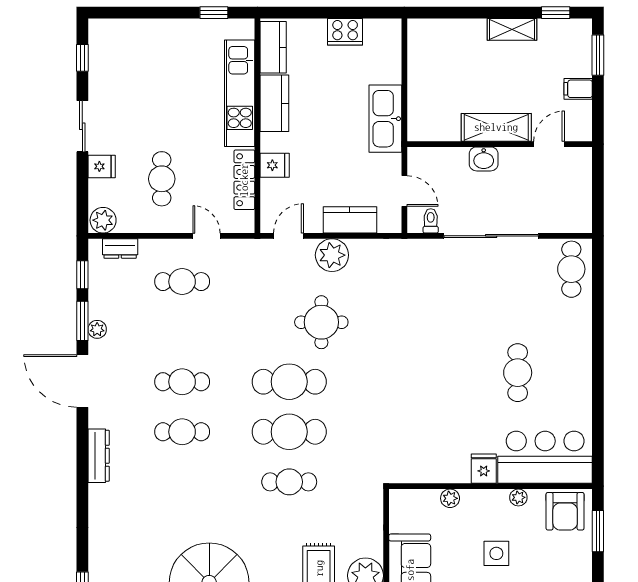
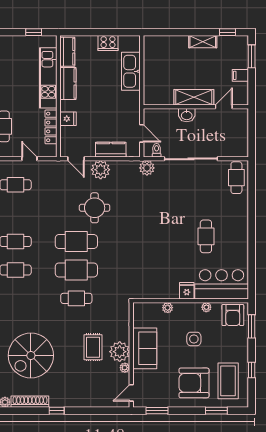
kitchen sink: (385, 119) -> (131, 71), moved
door: (289, 236) -> (76, 159), swing flipped
plant: (414, 252) -> (147, 168), added

